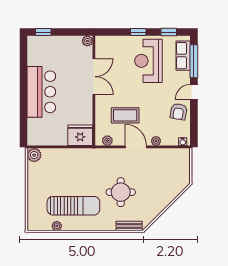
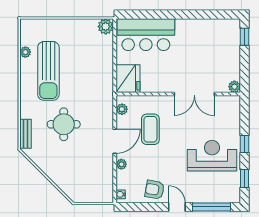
row of seats: (183, 56) -> (218, 195), removed
bar counter: (41, 92) -> (146, 35), moved

